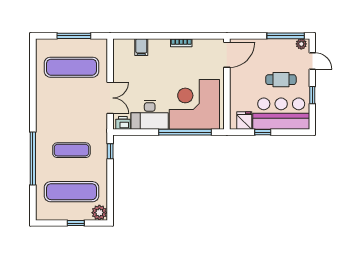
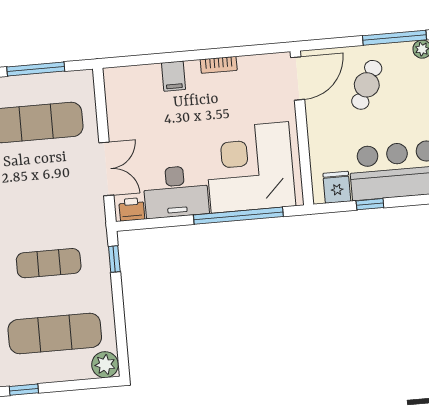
filing cabinet: (141, 47) -> (173, 76), moved
cafe table: (281, 80) -> (367, 85), moved, turned -64
window: (76, 223) -> (24, 390), moved

